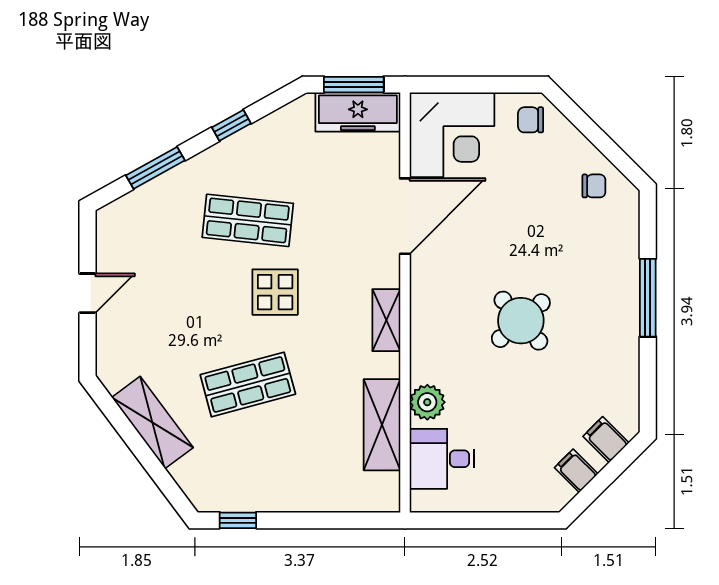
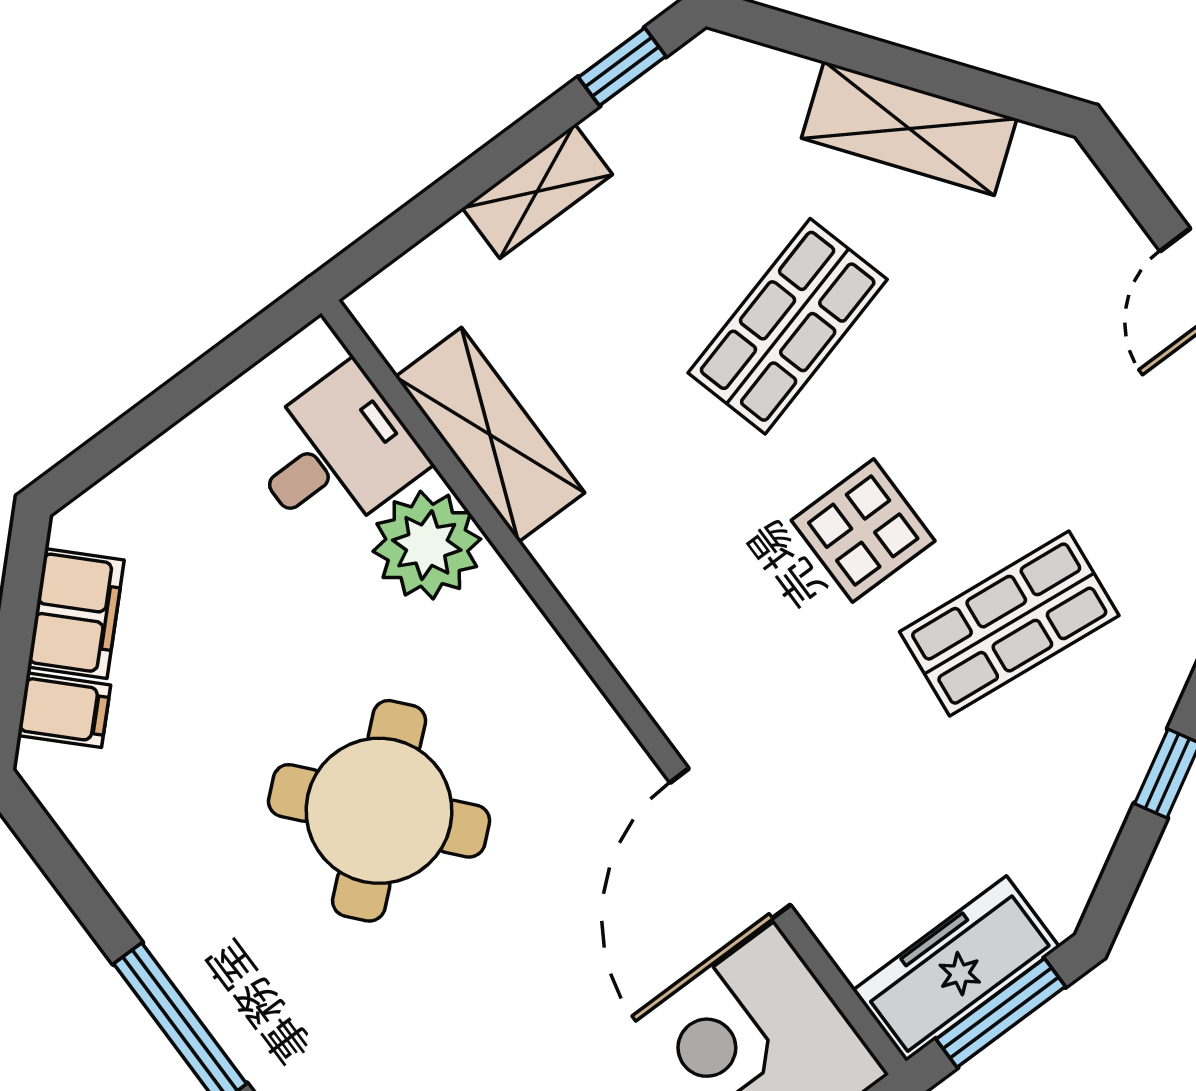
shelving: (386, 320) -> (537, 191), moved, turned 90
round table: (521, 321) -> (379, 811), width x1.36, depth x1.36
plant: (427, 402) -> (427, 545), width x1.36, depth x1.36
filing cabinet: (576, 471) -> (76, 613), width x2.00

